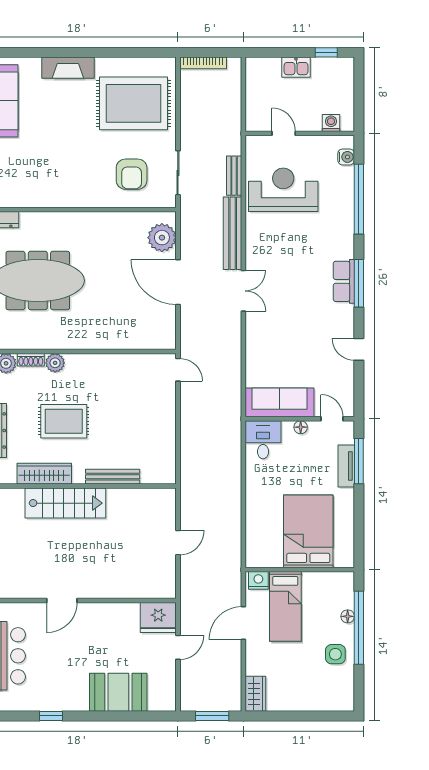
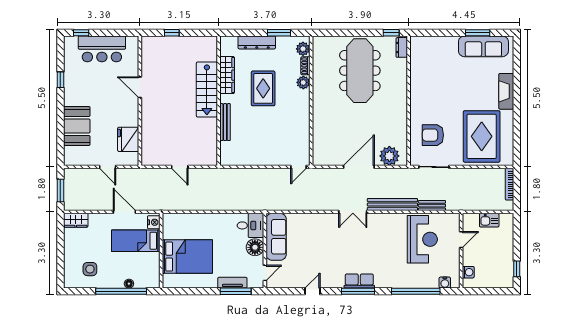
kitchen sink: (296, 67) -> (489, 220), moved, turned -90
floor lamp: (301, 427) -> (255, 247), width x1.89, depth x1.89
fridge: (158, 618) -> (128, 139), moved
side table: (335, 654) -> (90, 269), moved

